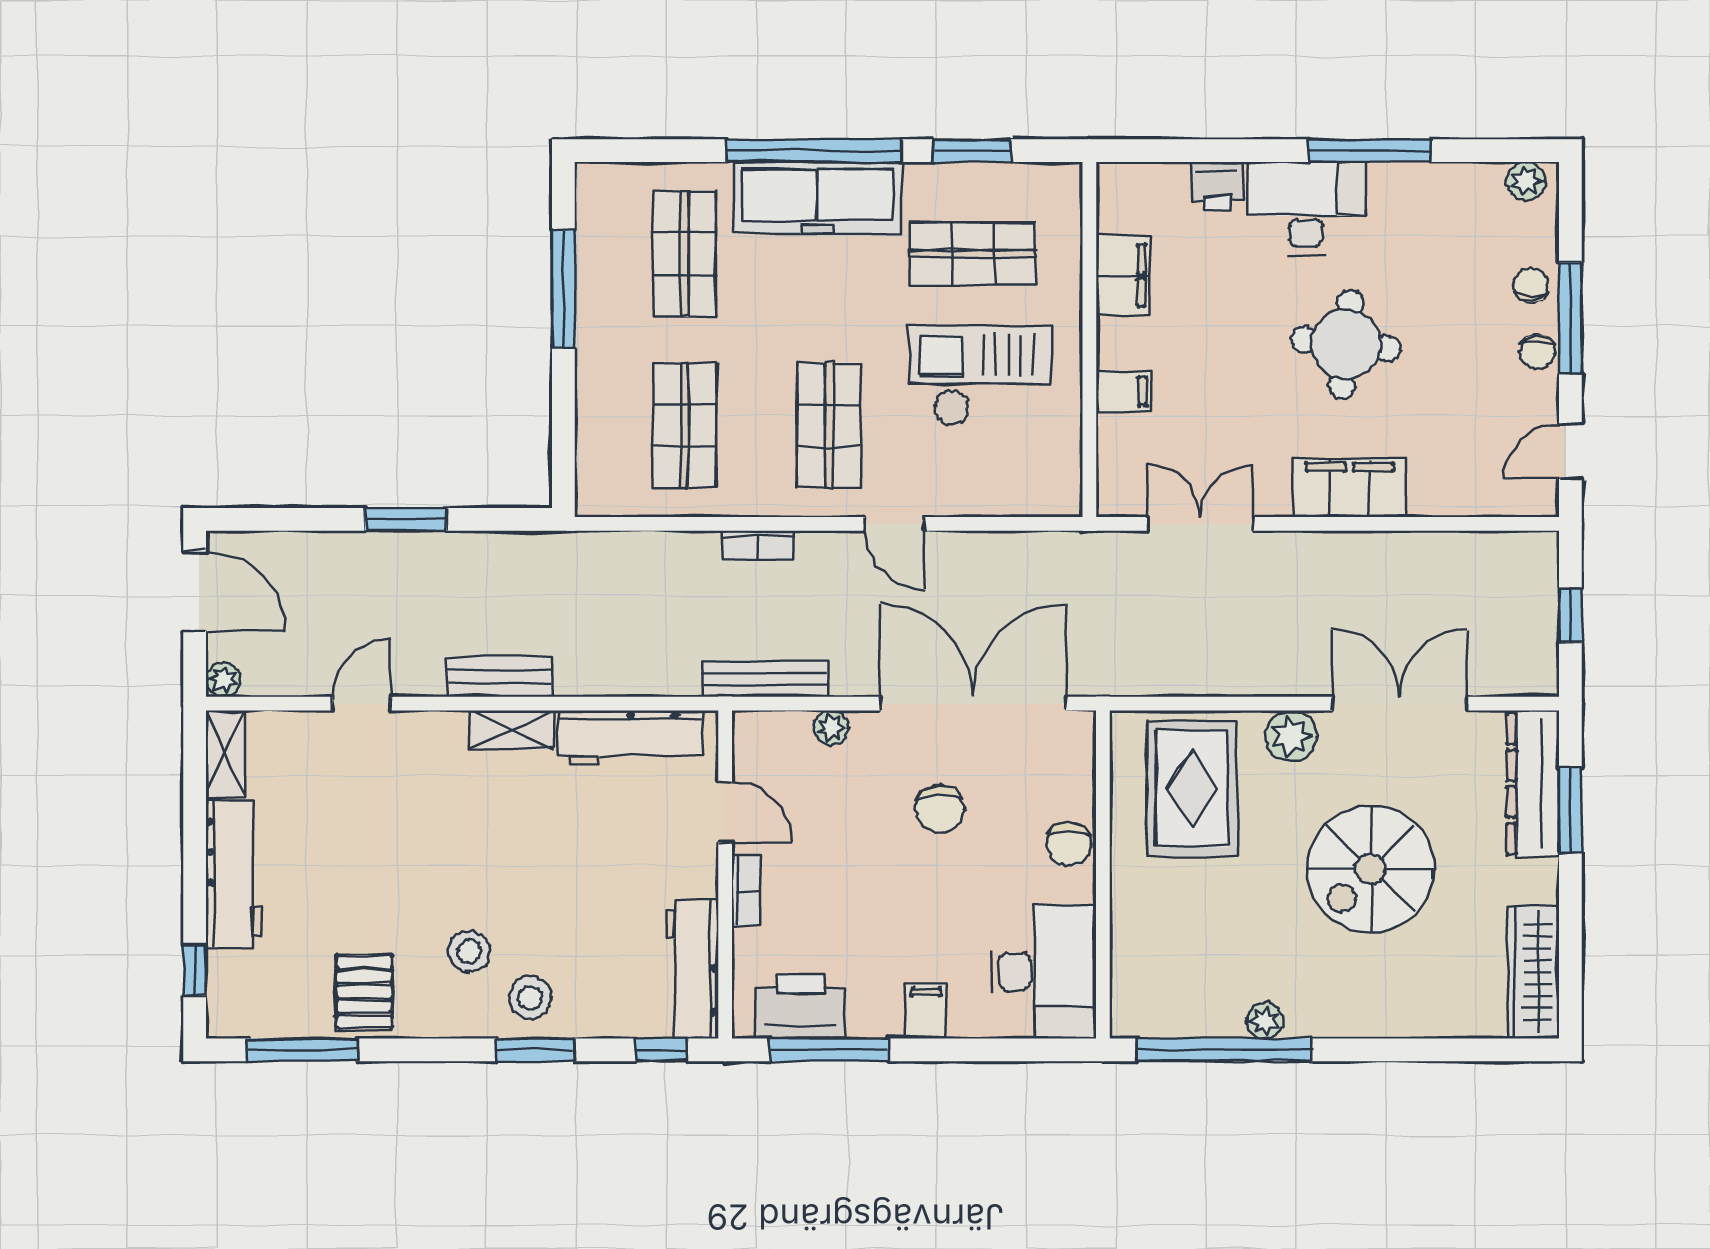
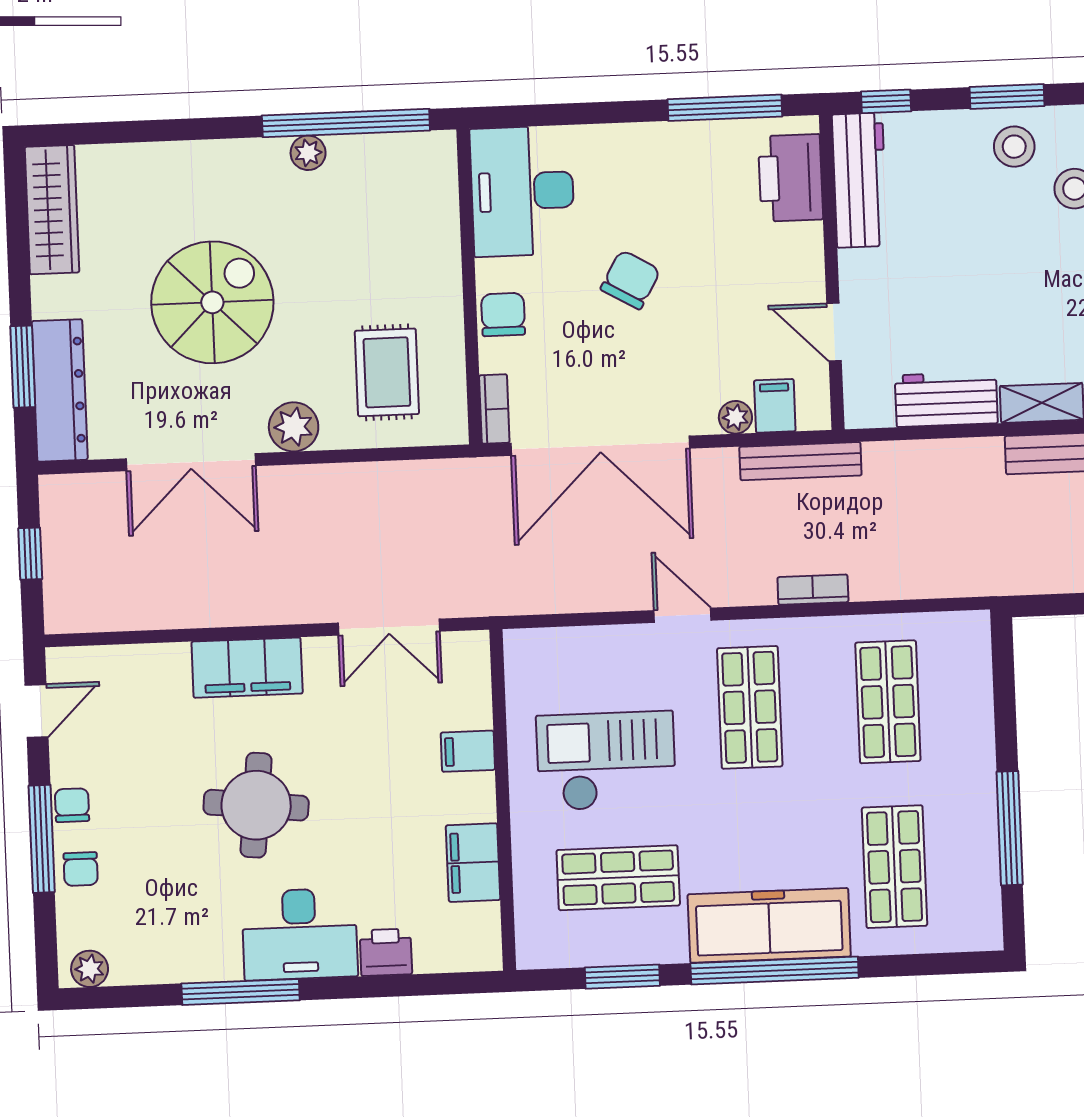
checkout: (980, 376) -> (606, 761), turned 180
workbench: (631, 738) -> (946, 399), width x0.73
rug: (1192, 789) -> (387, 372), width x0.73, depth x0.70
chair: (940, 809) -> (630, 280), moved, turned 33
bookcase: (746, 890) -> (494, 409), moved, turned 180
printer: (800, 1006) -> (791, 178), moved, turned 90
filing cabinet: (926, 1011) -> (775, 406), moved, turned 180

